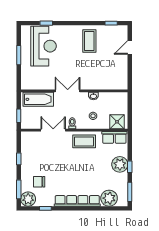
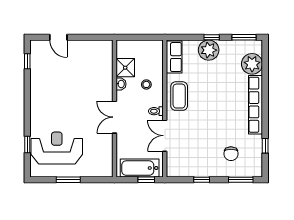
coffee table: (89, 41) -> (50, 89), removed
bathtub: (38, 99) -> (140, 168), moved, turned -90
shower: (117, 122) -> (125, 68), moved
plant: (28, 199) -> (253, 168), removed

